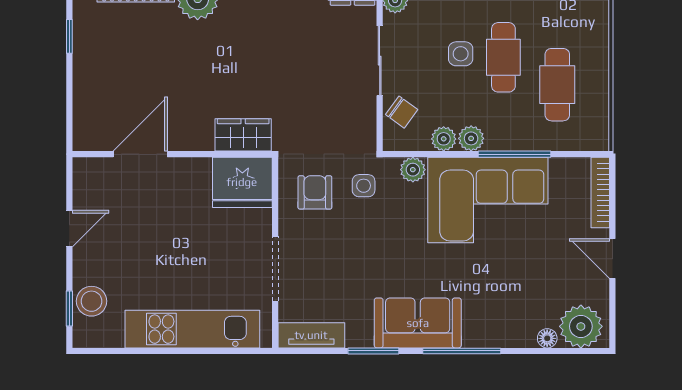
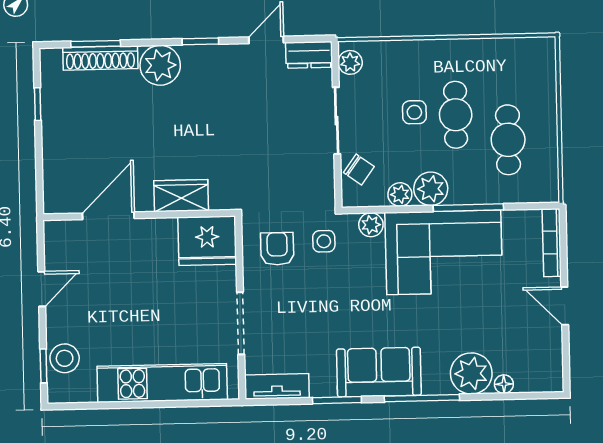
wardrobe: (243, 135) -> (181, 196), moved
plant: (471, 138) -> (431, 189), width x1.38, depth x1.38
plant: (581, 326) -> (471, 373), moved

